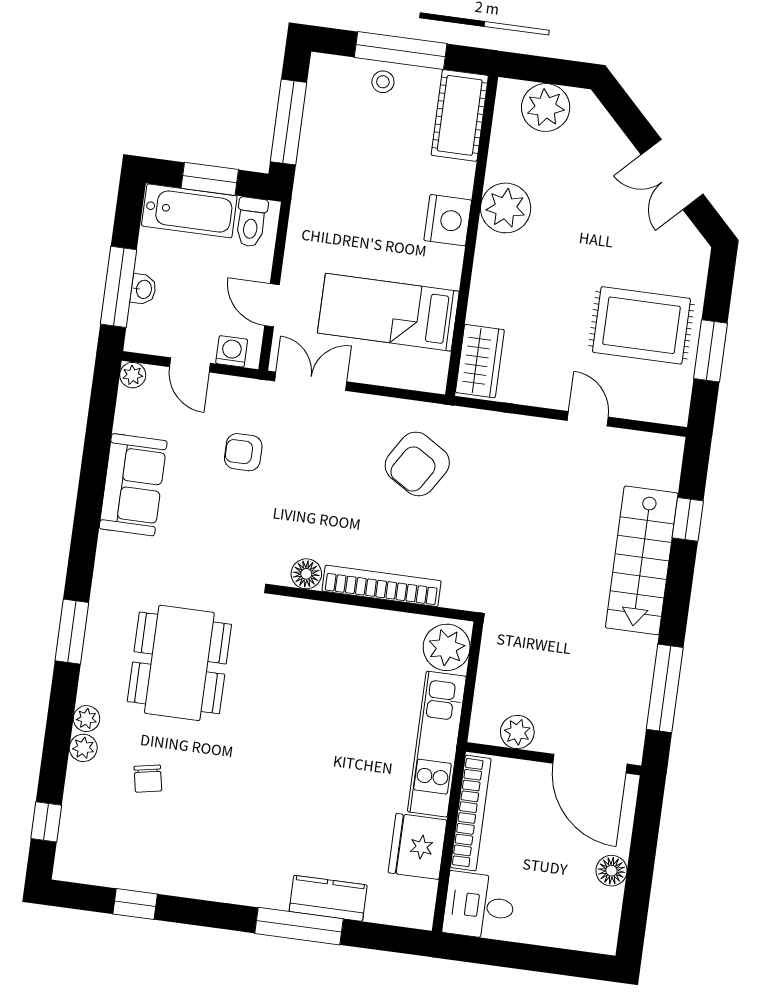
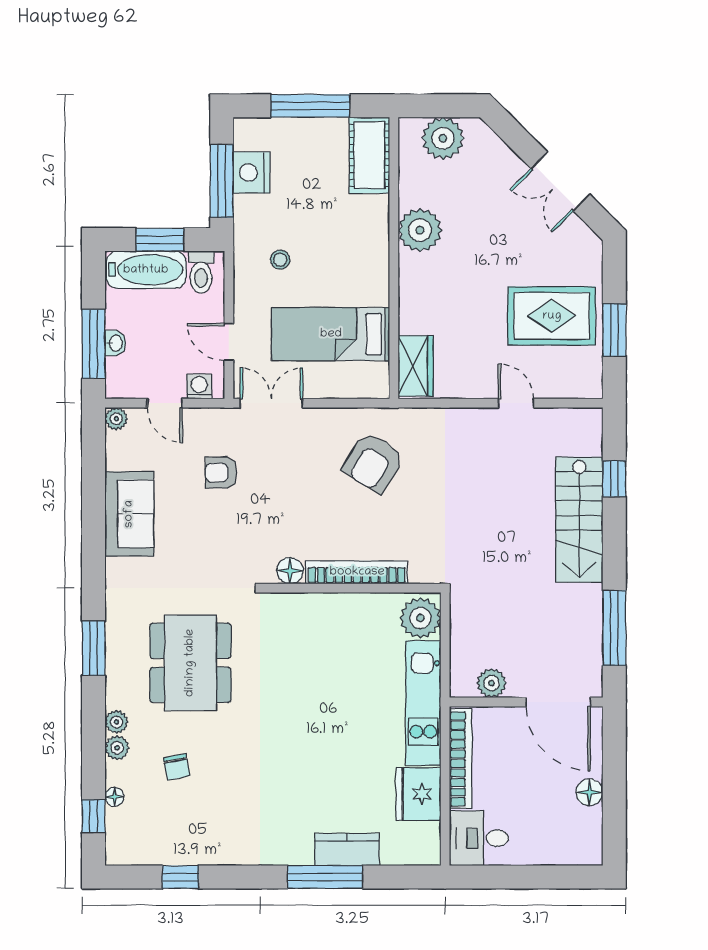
stool: (383, 82) -> (280, 260), moved
nightstand: (448, 220) -> (251, 173), moved, turned 180
floor lamp: (73, 803) -> (114, 797), added

